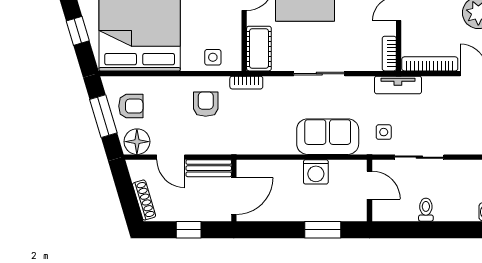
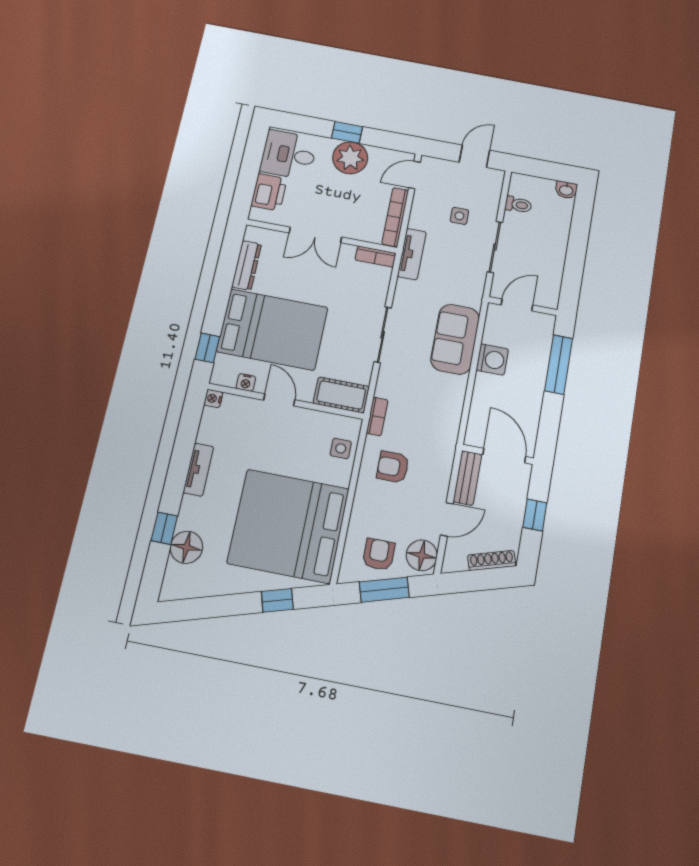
side table: (384, 132) -> (459, 216), moved
toilet: (426, 210) -> (518, 205), moved, turned 180
window: (323, 230) -> (559, 365), width x1.44

